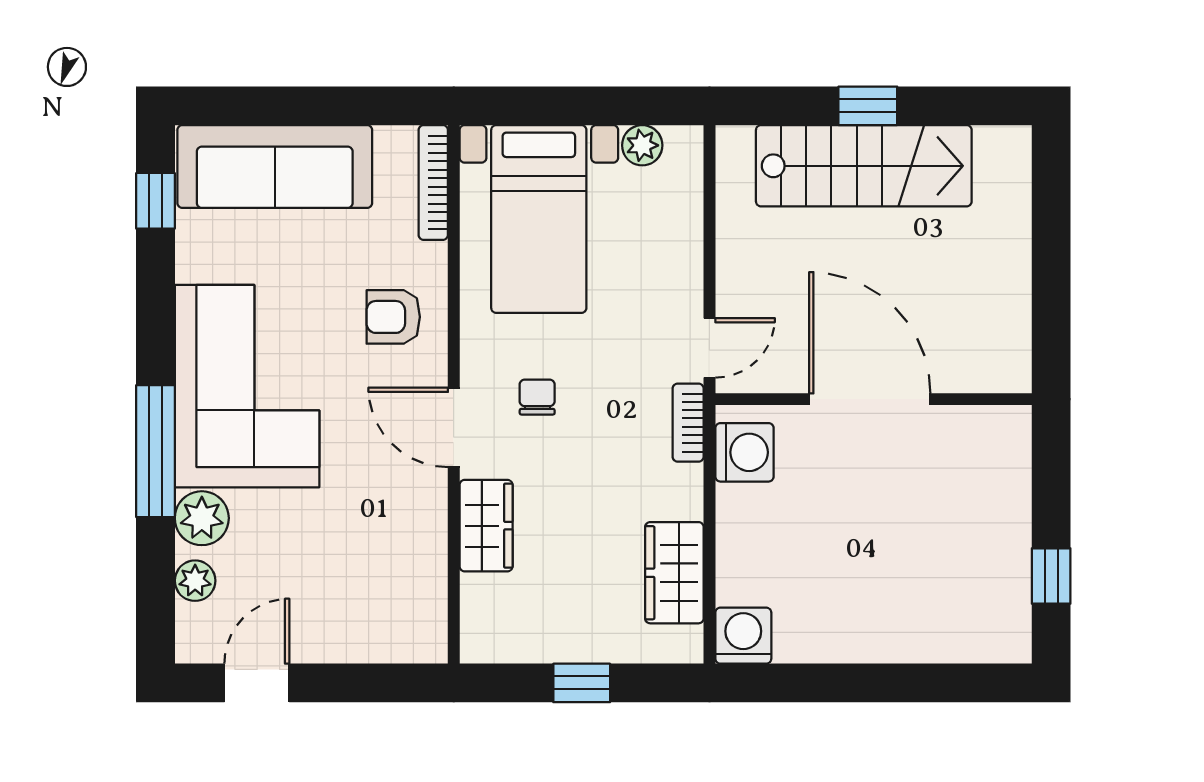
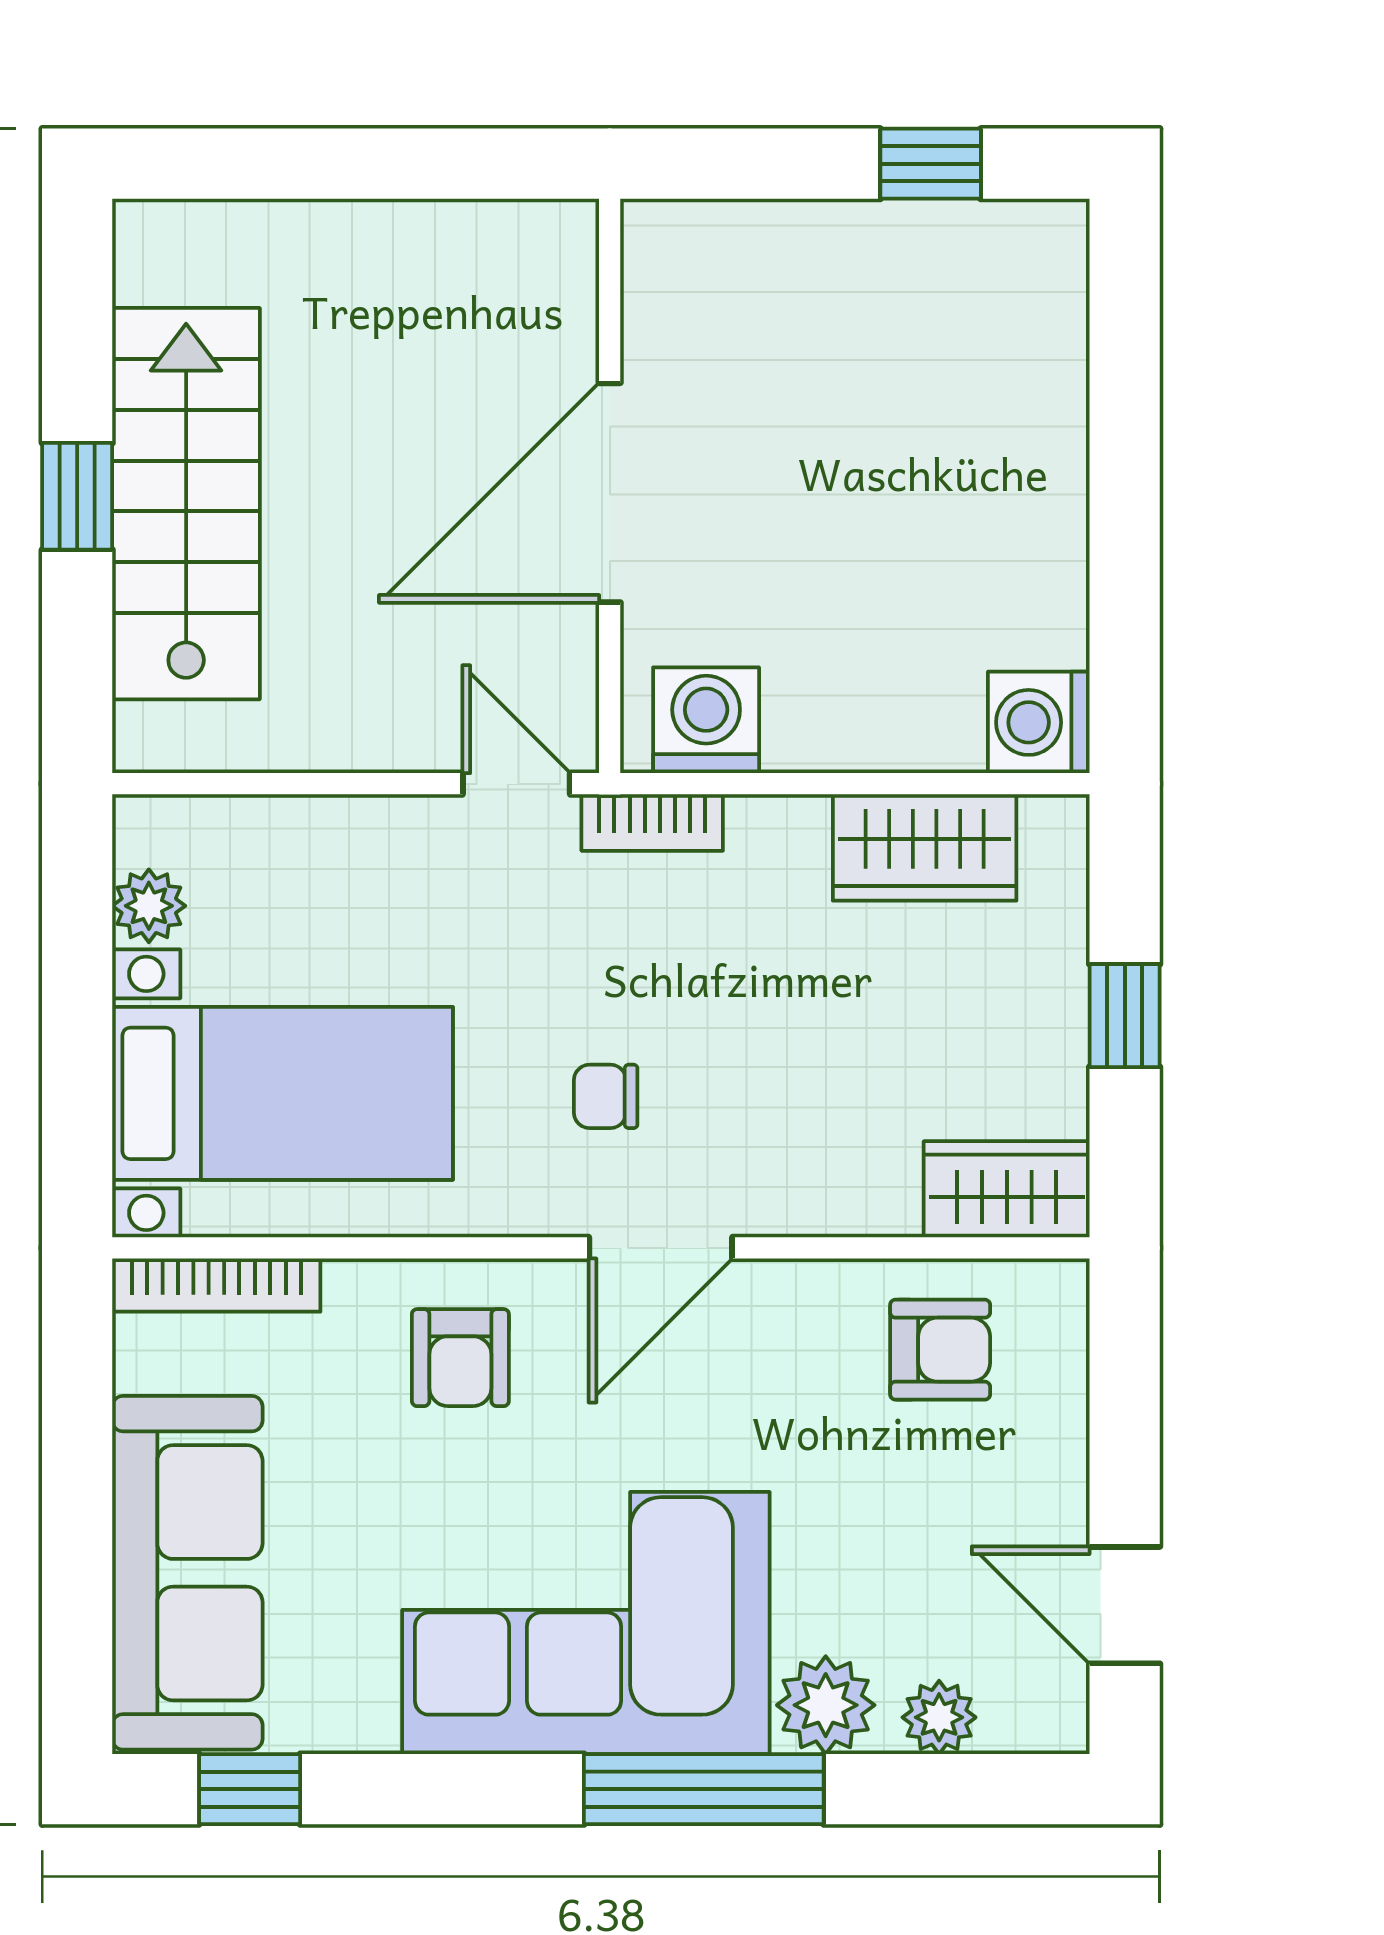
wardrobe: (486, 526) -> (1007, 1189), moved
armchair: (398, 581) -> (940, 1350), added

